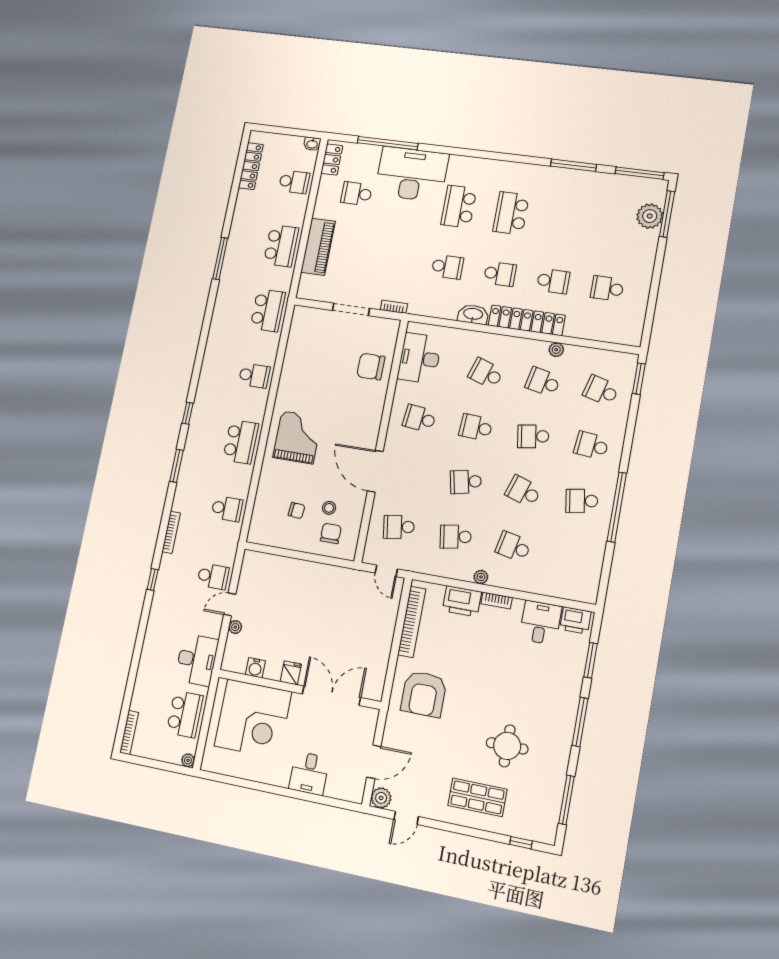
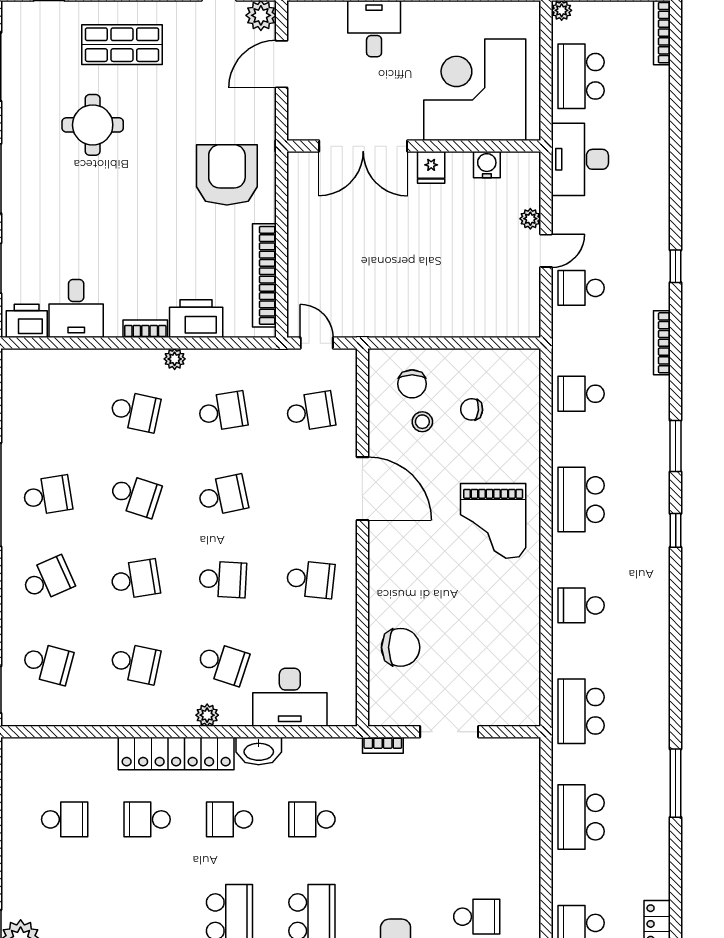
piano: (318, 247) -> (521, 823), removed
plant: (556, 350) -> (207, 715), moved
desk: (420, 358) -> (290, 697), moved, turned 90
school desk: (591, 445) -> (47, 579), turned -30

